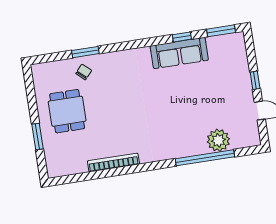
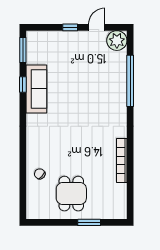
window: (85, 52) -> (23, 170), removed
dining table: (67, 111) -> (71, 194), turned 90
plant: (218, 140) -> (117, 41), moved

